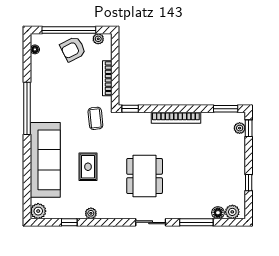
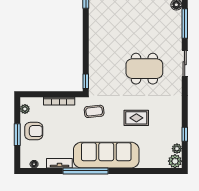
window: (69, 30) -> (17, 135), width x0.47
armchair: (73, 49) -> (34, 131), turned -63
tv unit: (36, 79) -> (59, 163), added
bookcase: (176, 118) -> (94, 41), removed
sofa: (45, 160) -> (106, 155), moved
plant: (91, 213) -> (177, 149), moved

